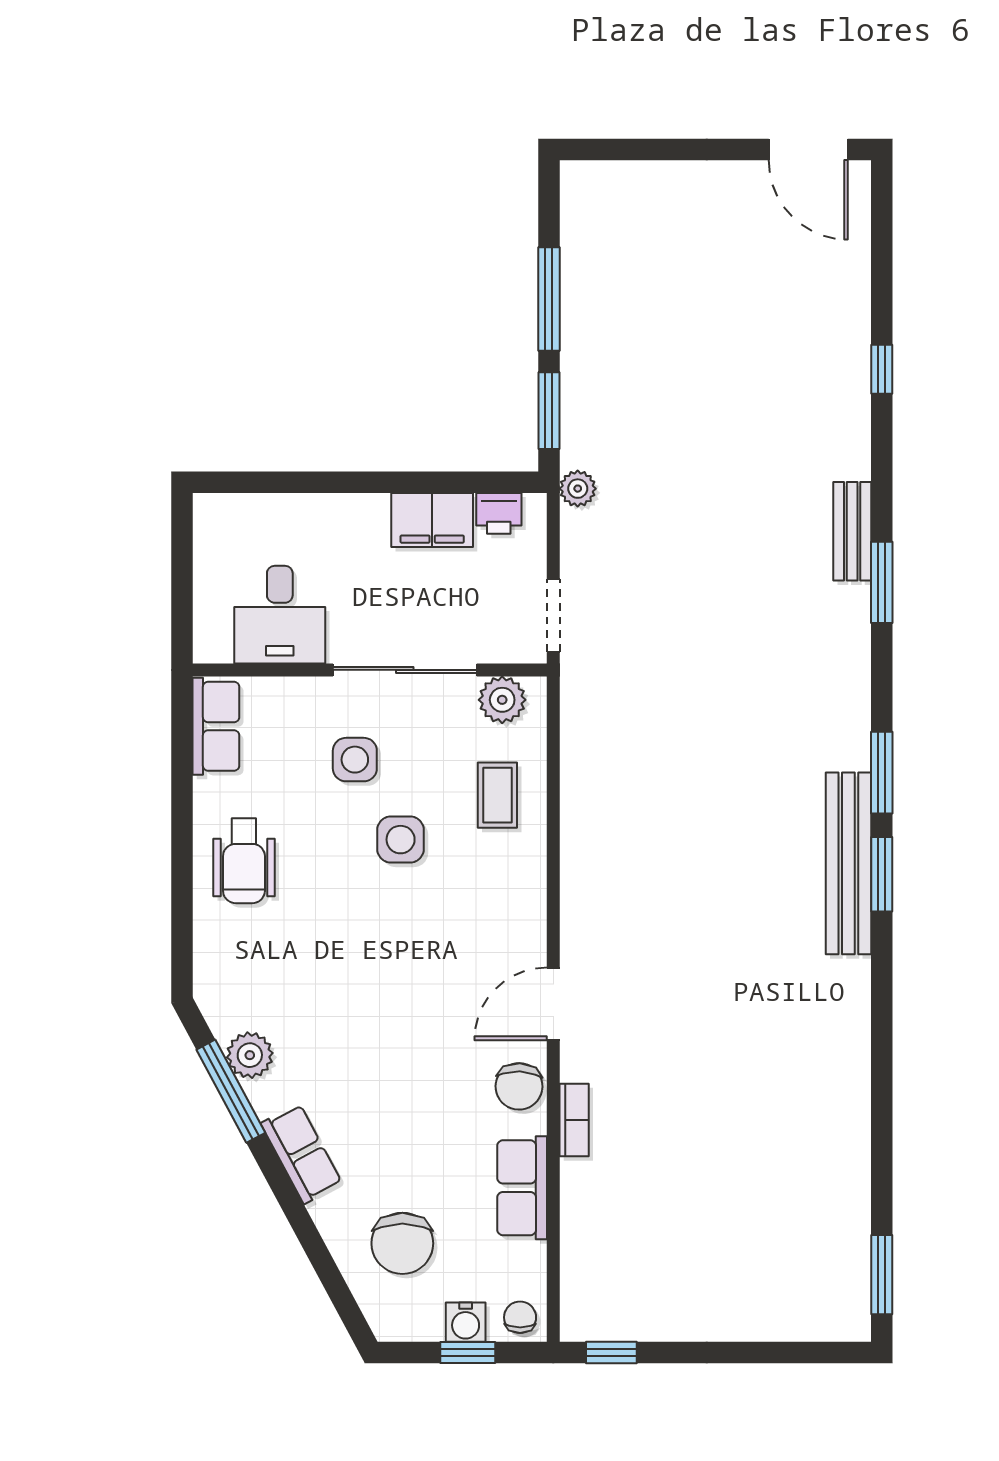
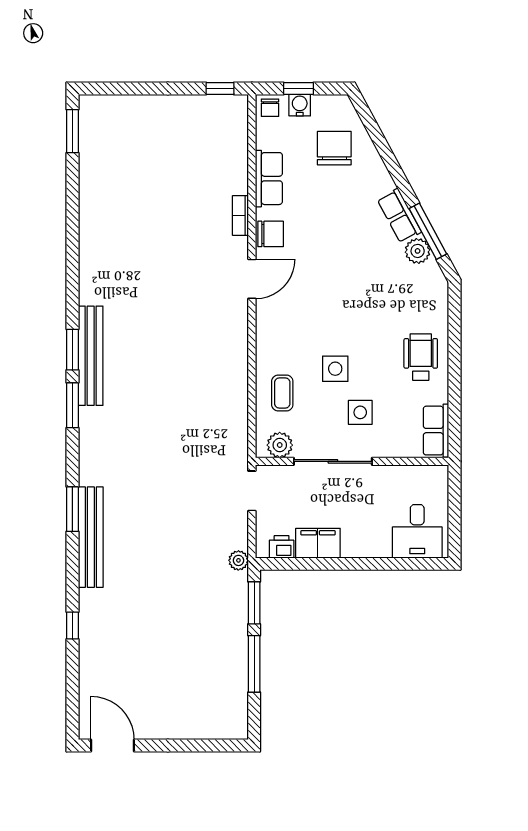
bench: (852, 531) -> (91, 537), width x1.86, depth x1.21
desk: (280, 615) -> (417, 531), moved, turned 180
chair: (519, 1086) -> (271, 234), turned 88
row of seats: (301, 1153) -> (399, 216), moved

